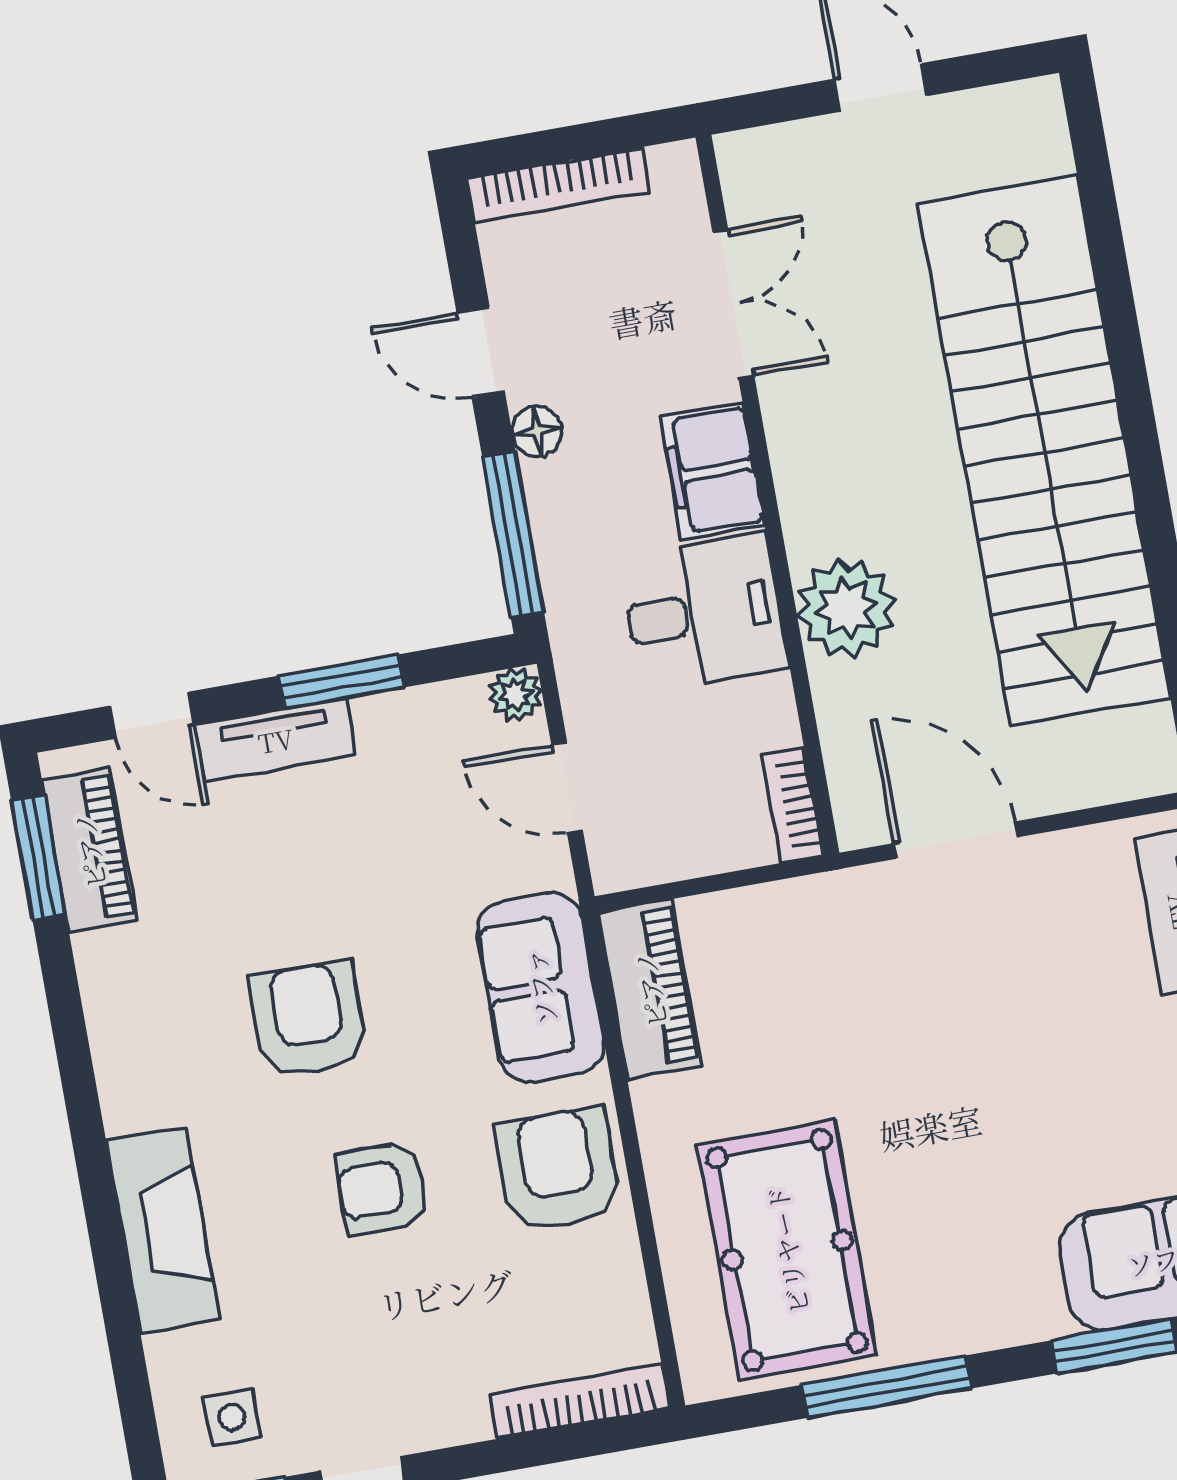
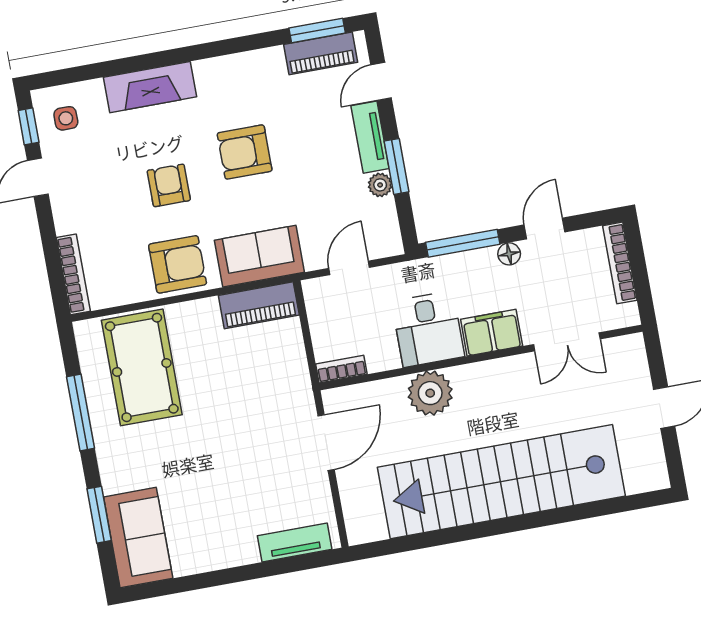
plant: (515, 694) -> (380, 185), moved
armchair: (308, 1019) -> (245, 152), turned 180
pool table: (787, 1250) -> (142, 367), turned 90

